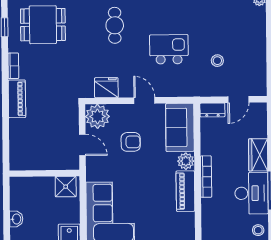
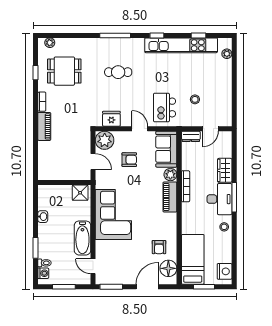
cafe table: (115, 25) -> (118, 72), turned 90
kitchen island: (169, 49) -> (165, 107), moved, turned -90

